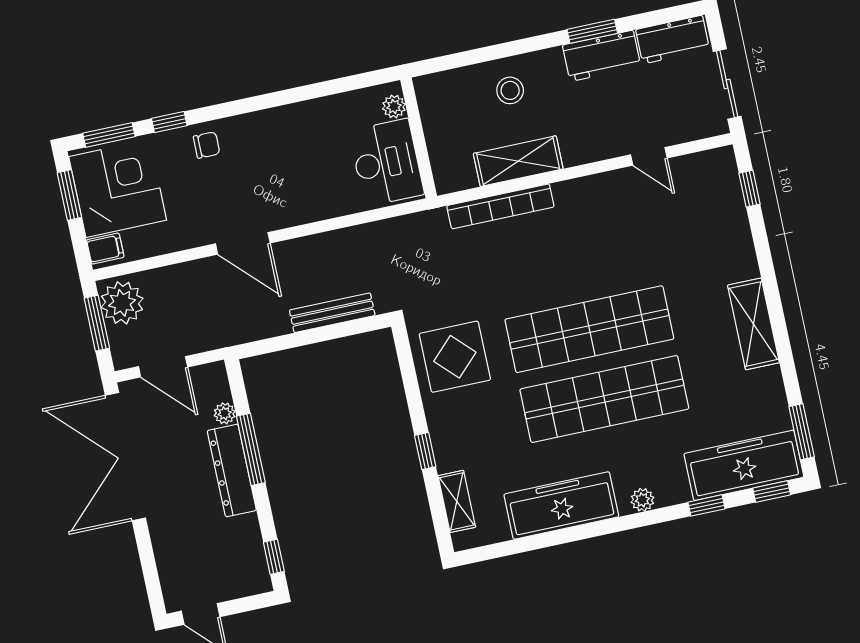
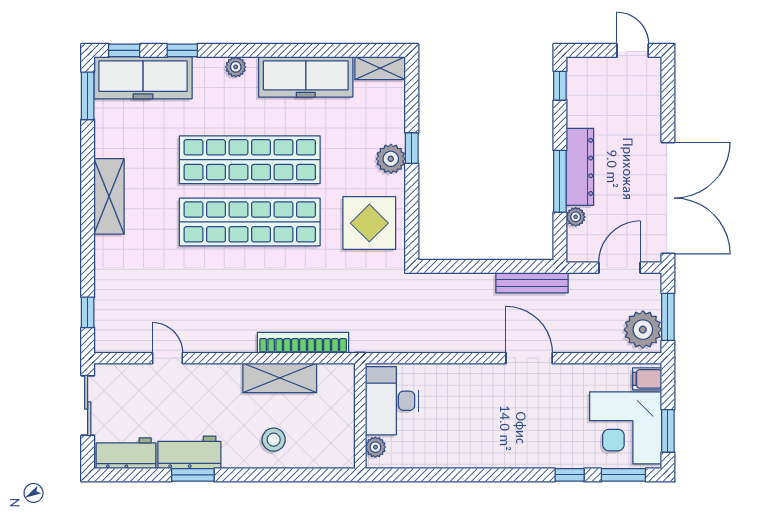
chair: (207, 145) -> (542, 449), removed
bench: (332, 313) -> (532, 283), moved
door: (163, 367) -> (620, 268), hinge flipped
plant: (446, 434) -> (391, 159), added
shelving: (457, 501) -> (380, 68), moved, turned 90

